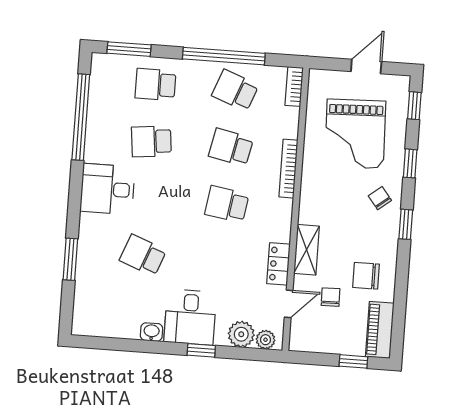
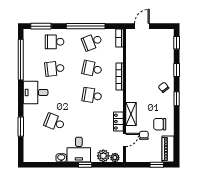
door: (366, 67) -> (142, 26), moved
school desk: (235, 90) -> (92, 42), turned -42
grand piano: (355, 134) -> (150, 58), removed

